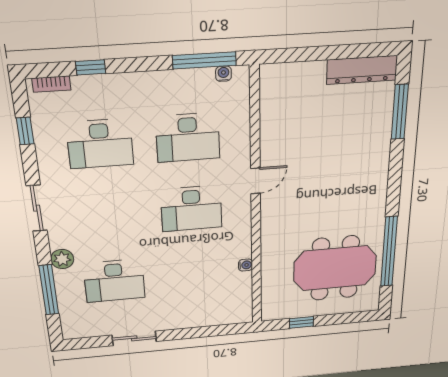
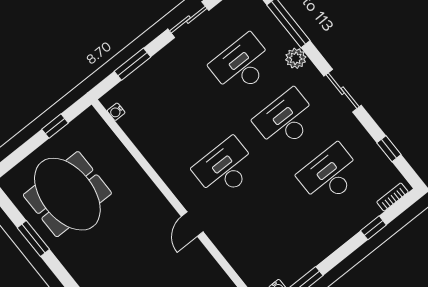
desk: (188, 138) -> (286, 120), moved
window: (389, 252) -> (33, 239), width x0.47
water cooler: (245, 265) -> (116, 112), moved
meeting table: (335, 268) -> (67, 194), turned 90
window: (205, 332) -> (133, 64), added

